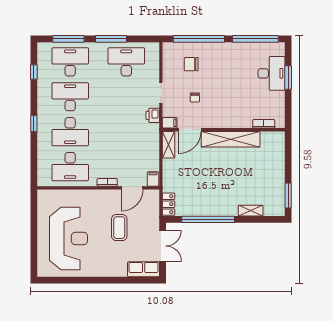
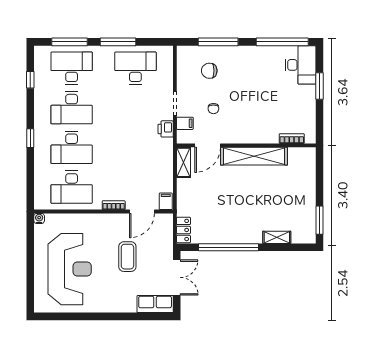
window: (199, 39) -> (218, 42), width x0.68
desk: (271, 73) -> (301, 65), moved
desk: (70, 97) -> (72, 108), turned 180
filing cabinet: (170, 123) -> (185, 123), moved
water cooler: (42, 194) -> (39, 218), added

